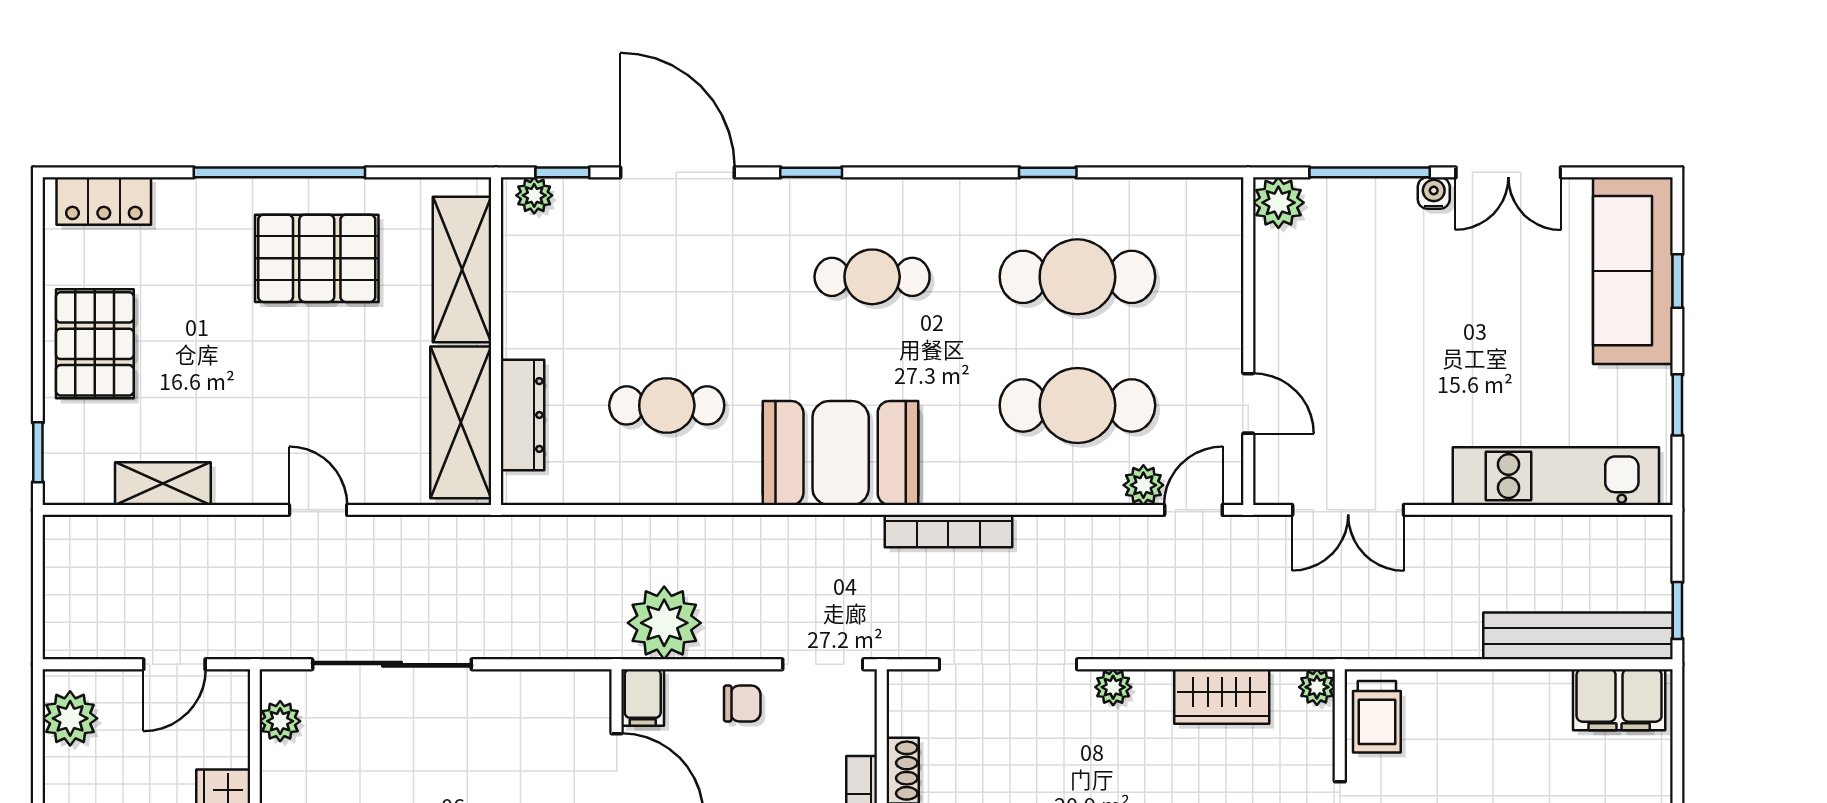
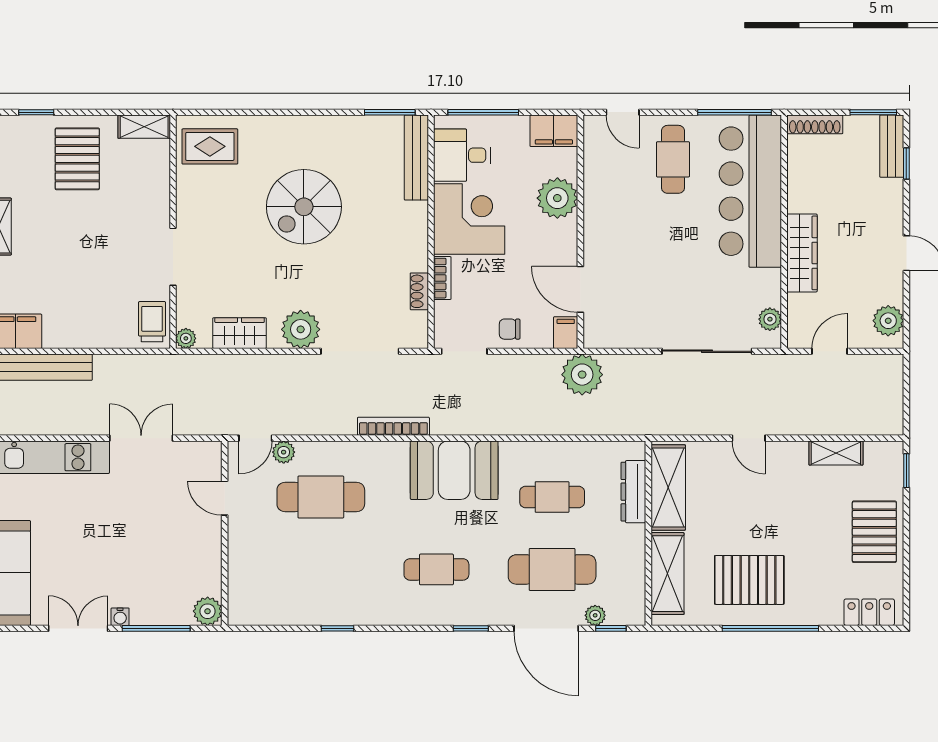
plant: (534, 195) -> (595, 615), moved
cafe table: (1077, 277) -> (552, 569), moved
double door: (1348, 510) -> (141, 438), moved
plant: (664, 623) -> (582, 375), moved
plant: (1113, 687) -> (301, 329), width x1.88, depth x1.88

